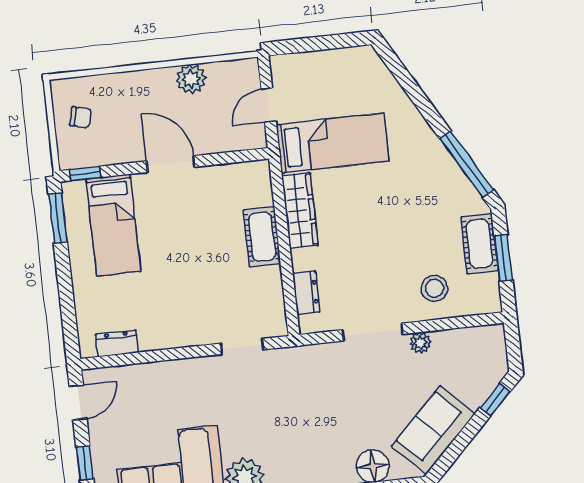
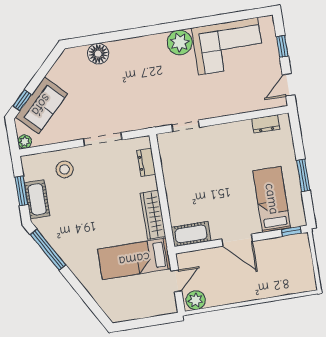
plant: (191, 79) -> (196, 300), moved
chair: (81, 117) -> (296, 267), removed
window: (58, 218) -> (303, 175), moved
cot: (262, 237) -> (191, 234), moved, turned 90
plant: (420, 343) -> (25, 142), moved
sofa: (433, 430) -> (41, 105), moved

